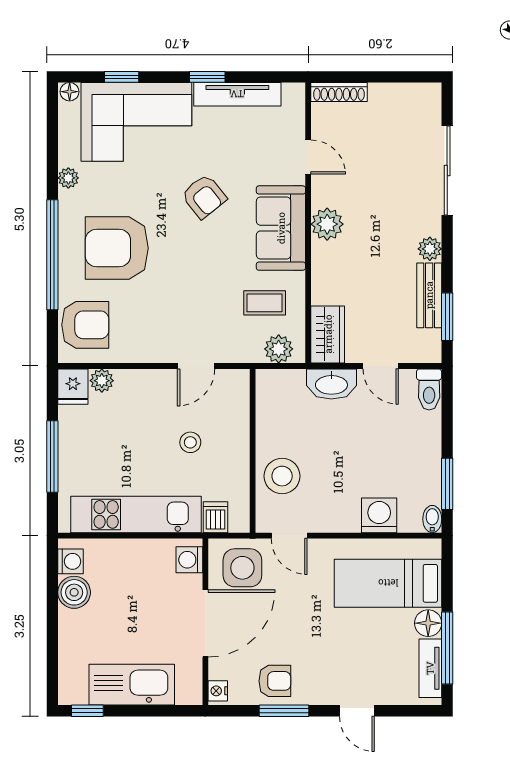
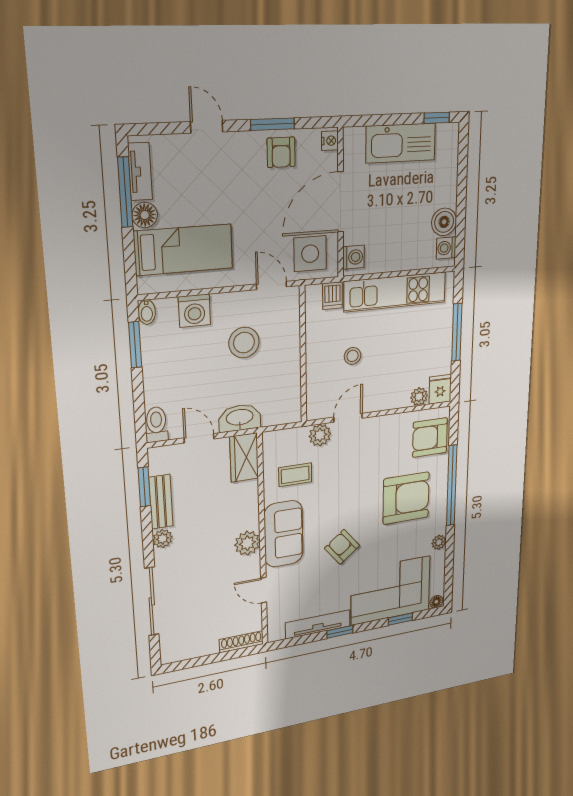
plant: (279, 349) -> (320, 435), moved
stool: (282, 476) -> (244, 343), moved
armchair: (275, 681) -> (281, 152), turned -90

